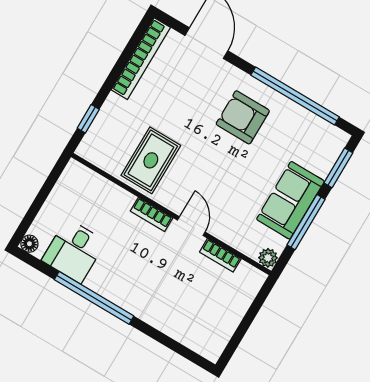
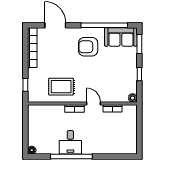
rug: (151, 160) -> (61, 87), turned 90
sofa: (290, 200) -> (121, 37), moved, turned -90
window: (306, 222) -> (139, 74), width x0.46
desk: (74, 251) -> (70, 142), moved

